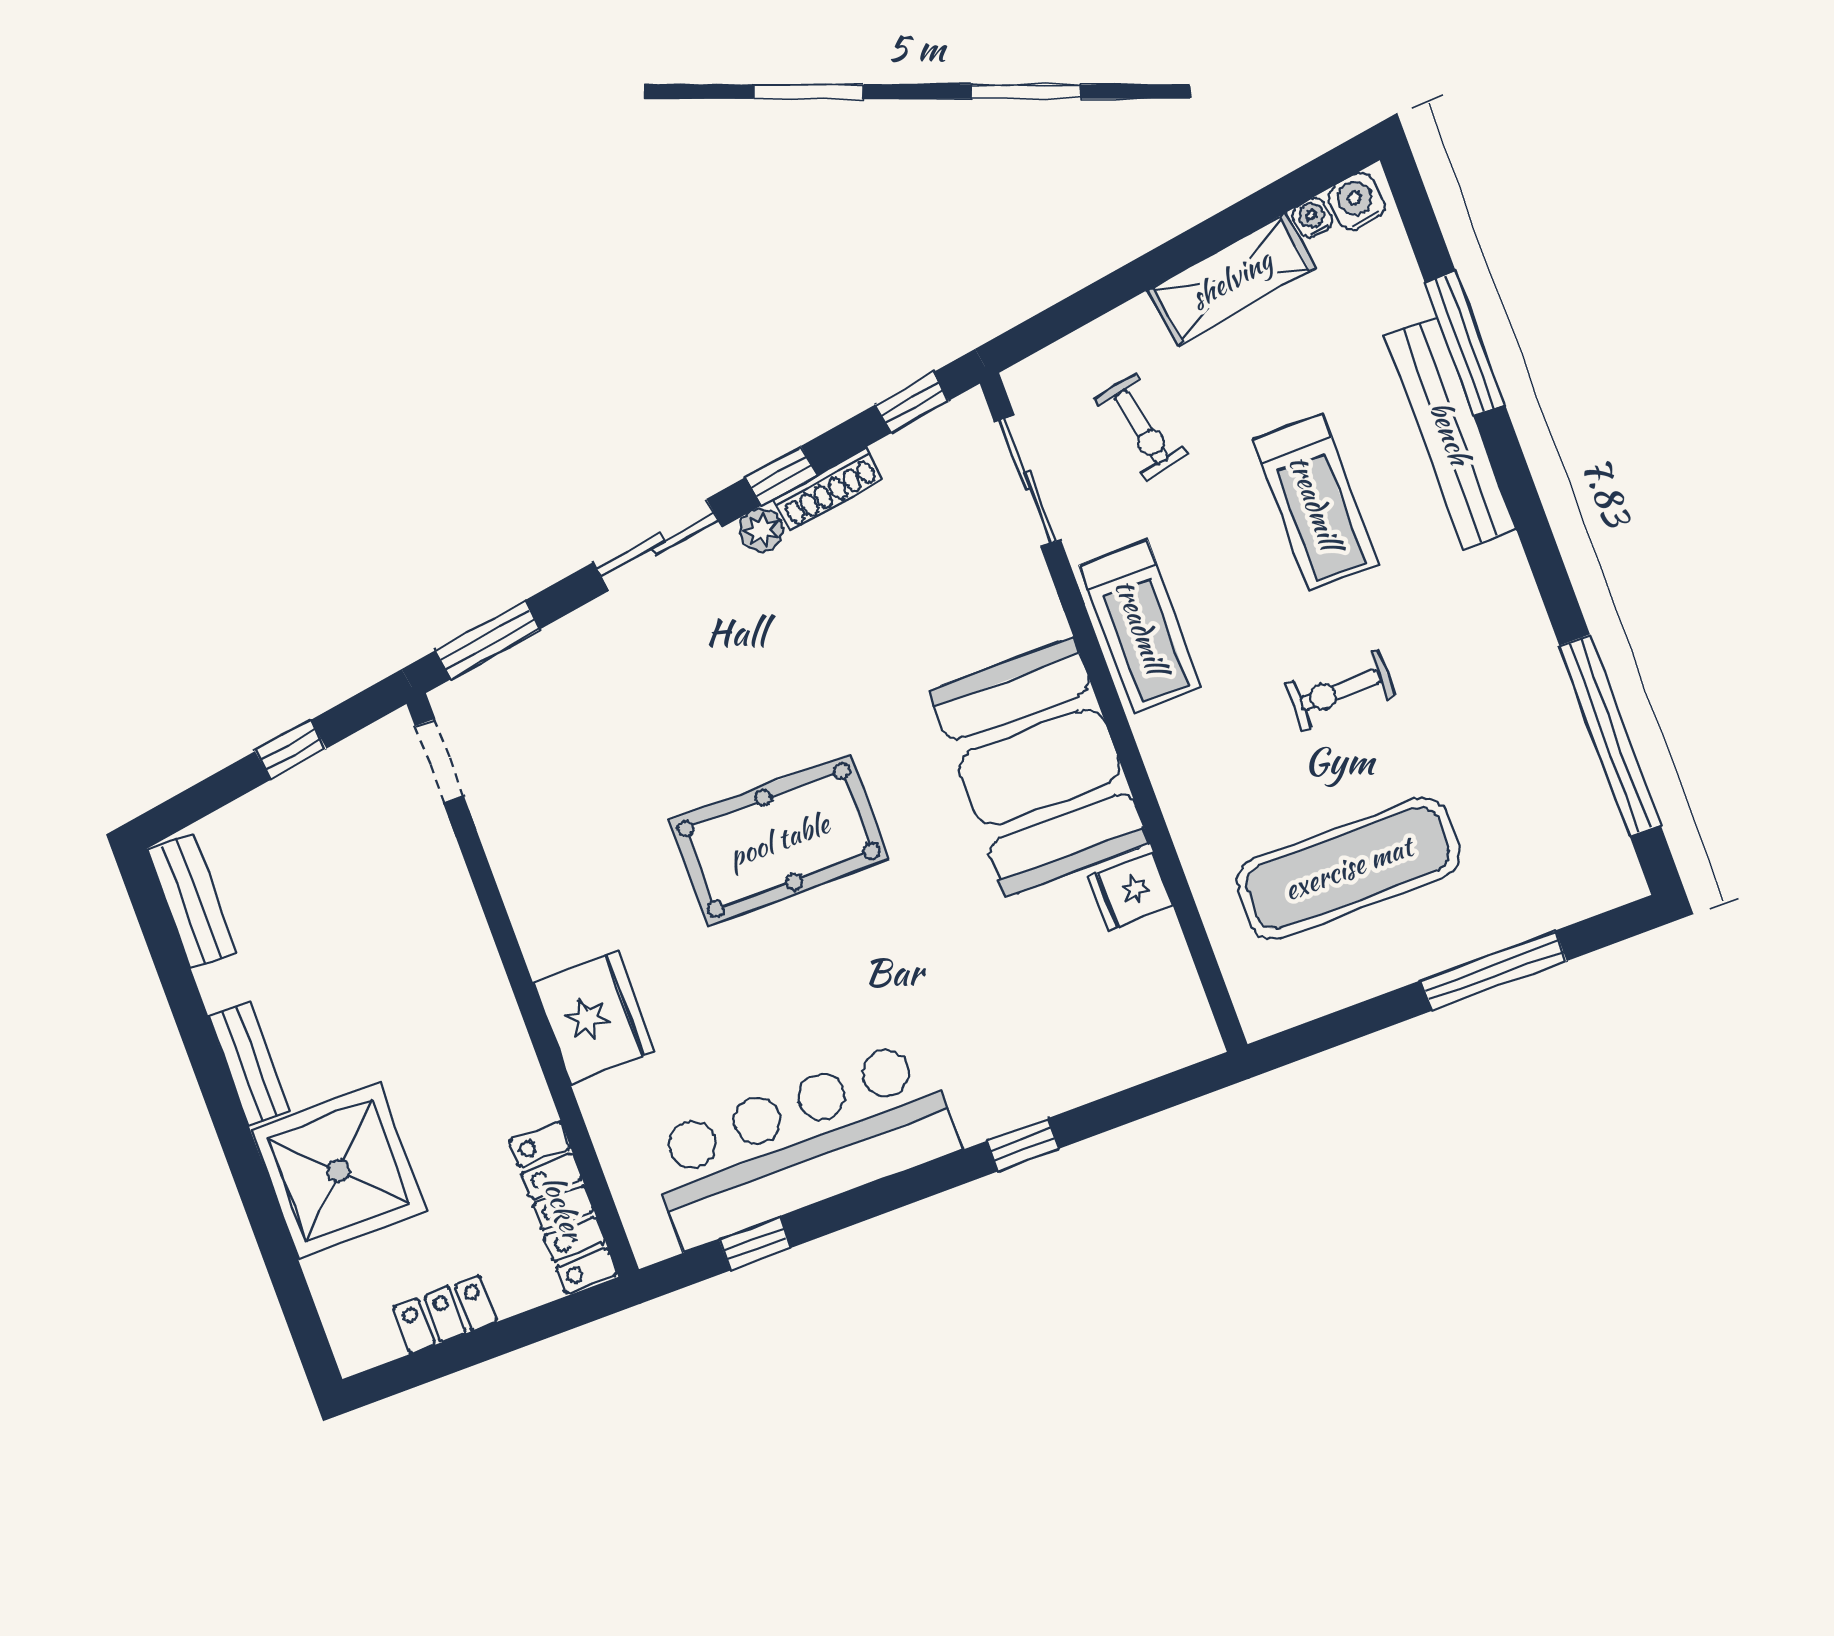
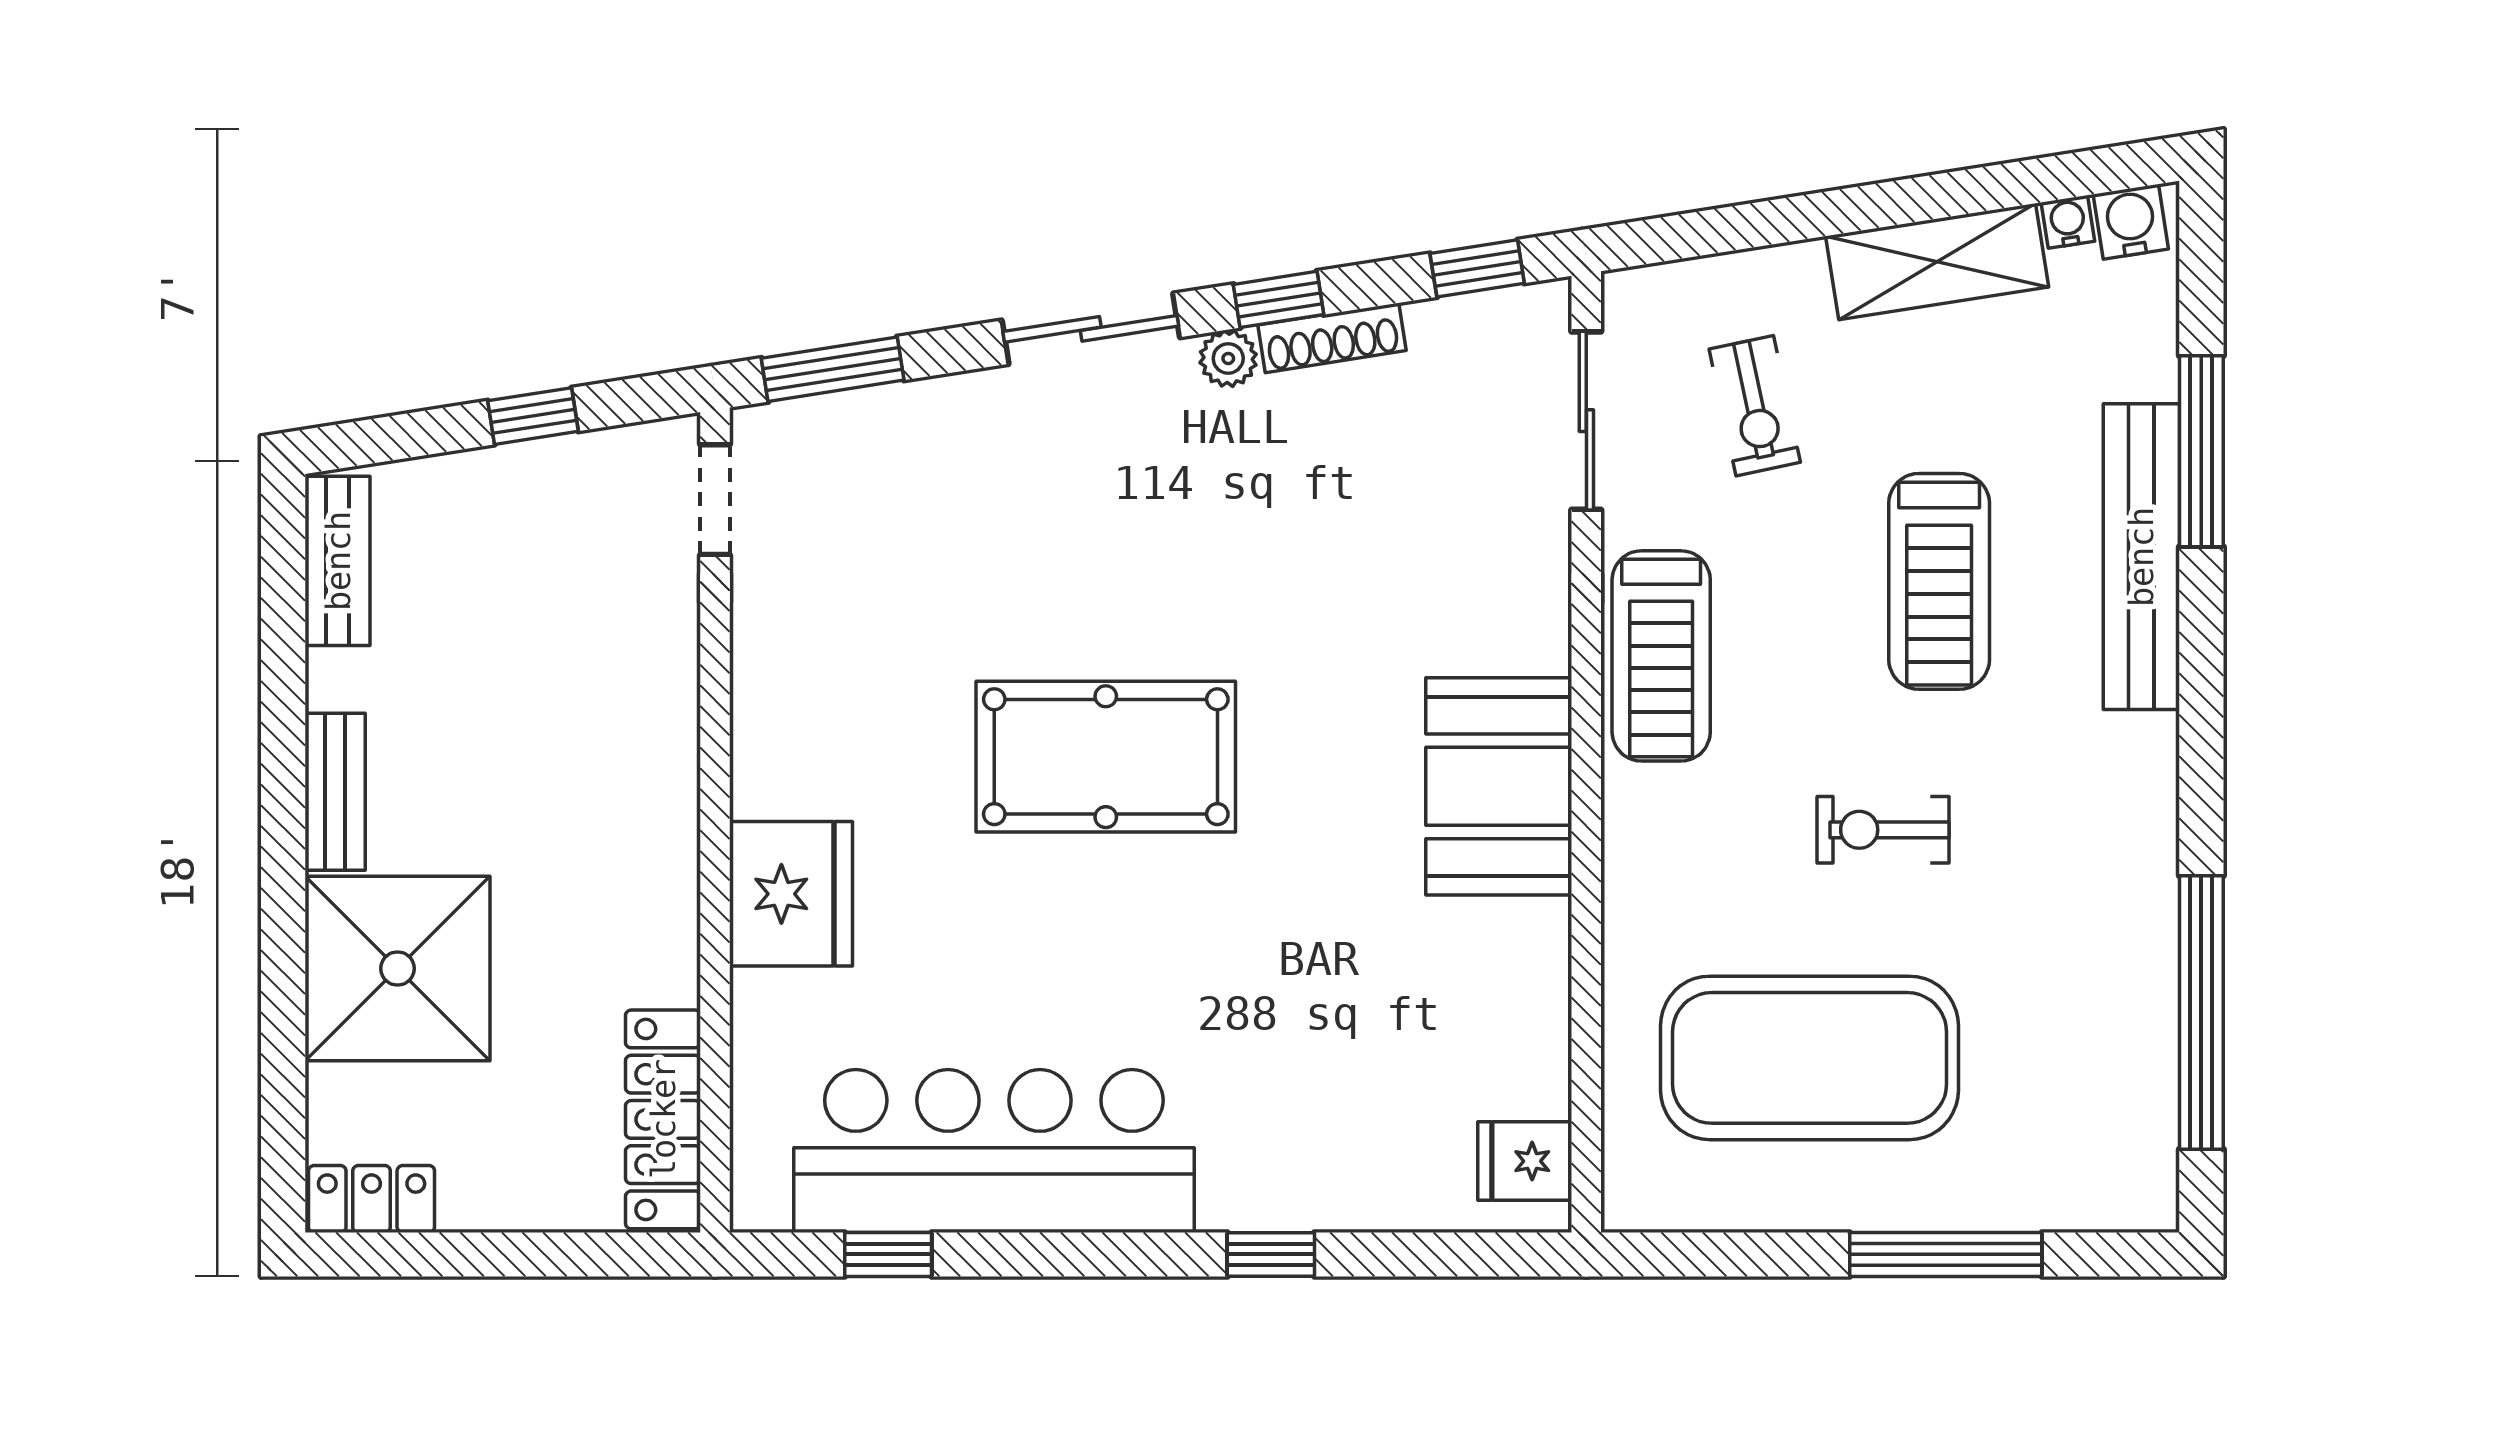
booth: (1039, 767) -> (1499, 786), width x0.73, depth x0.70
exercise mat: (1348, 868) -> (1810, 1058), width x1.47
fridge: (1130, 891) -> (1525, 1161), moved
locker: (445, 1314) -> (372, 1199), moved

